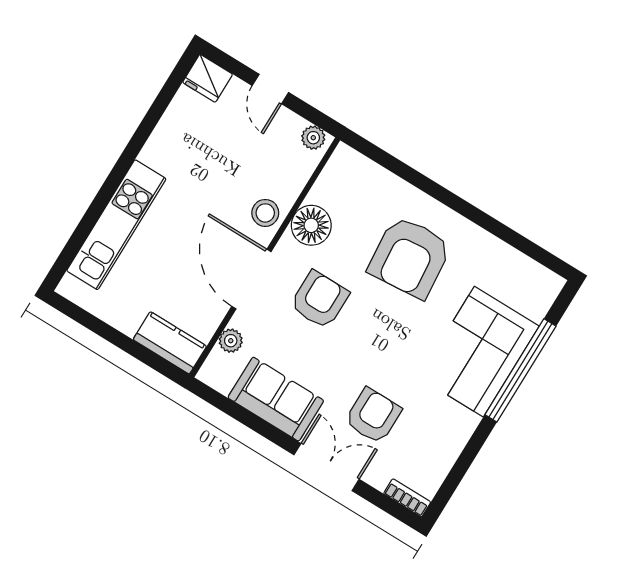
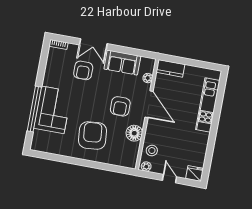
stool: (265, 213) -> (152, 151), moved

